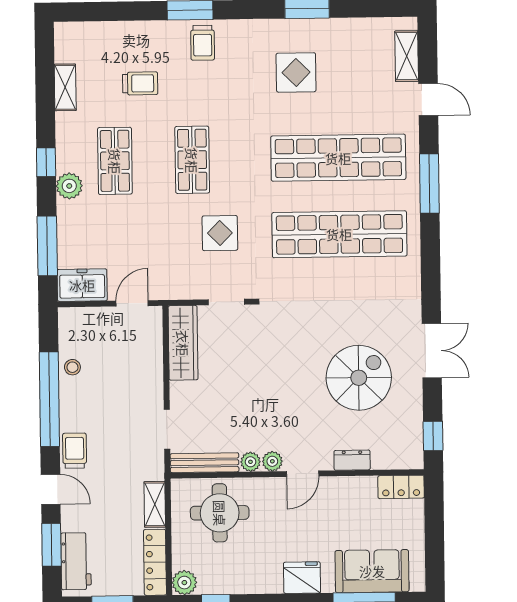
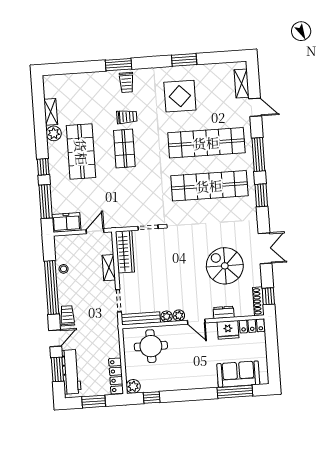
display table: (296, 72) -> (180, 96), width x1.36, depth x1.36
trolley: (140, 83) -> (127, 117), moved
shop shelf: (115, 161) -> (81, 152), width x1.43, depth x1.36
window: (46, 162) -> (43, 167), moved
plant: (69, 186) -> (54, 133), moved
display table: (220, 233) -> (142, 189), removed
window: (430, 256) -> (261, 195), added
spiral stairs: (359, 378) -> (225, 266), turned -90
shoe rack: (415, 444) -> (258, 301), added
door: (303, 474) -> (196, 322), hinge flipped
door: (51, 489) -> (55, 338), hinge flipped
shelving: (155, 504) -> (109, 268), moved
workbench: (76, 561) -> (71, 372), width x1.38
fridge: (302, 578) -> (228, 330), moved, turned 180

